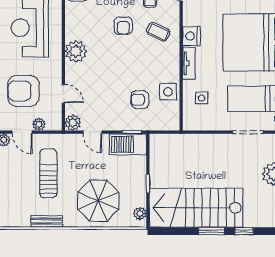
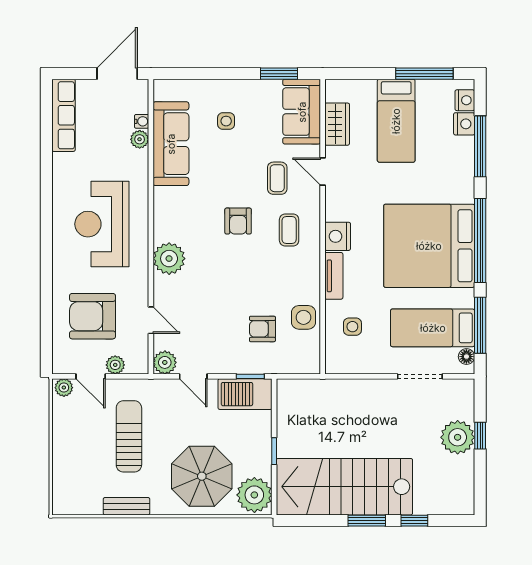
coffee table: (158, 32) -> (289, 230), turned 65
plant: (140, 213) -> (254, 495), width x1.87, depth x1.87

